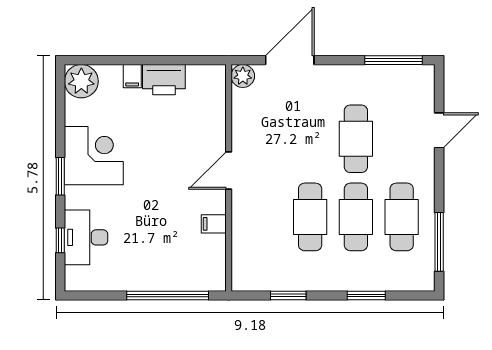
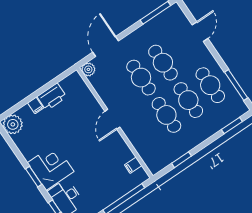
cafe table: (310, 139) -> (141, 78), added
corner desk: (94, 156) -> (51, 167), moved
filing cabinet: (214, 224) -> (133, 165), moved
window: (366, 296) -> (232, 126), moved

